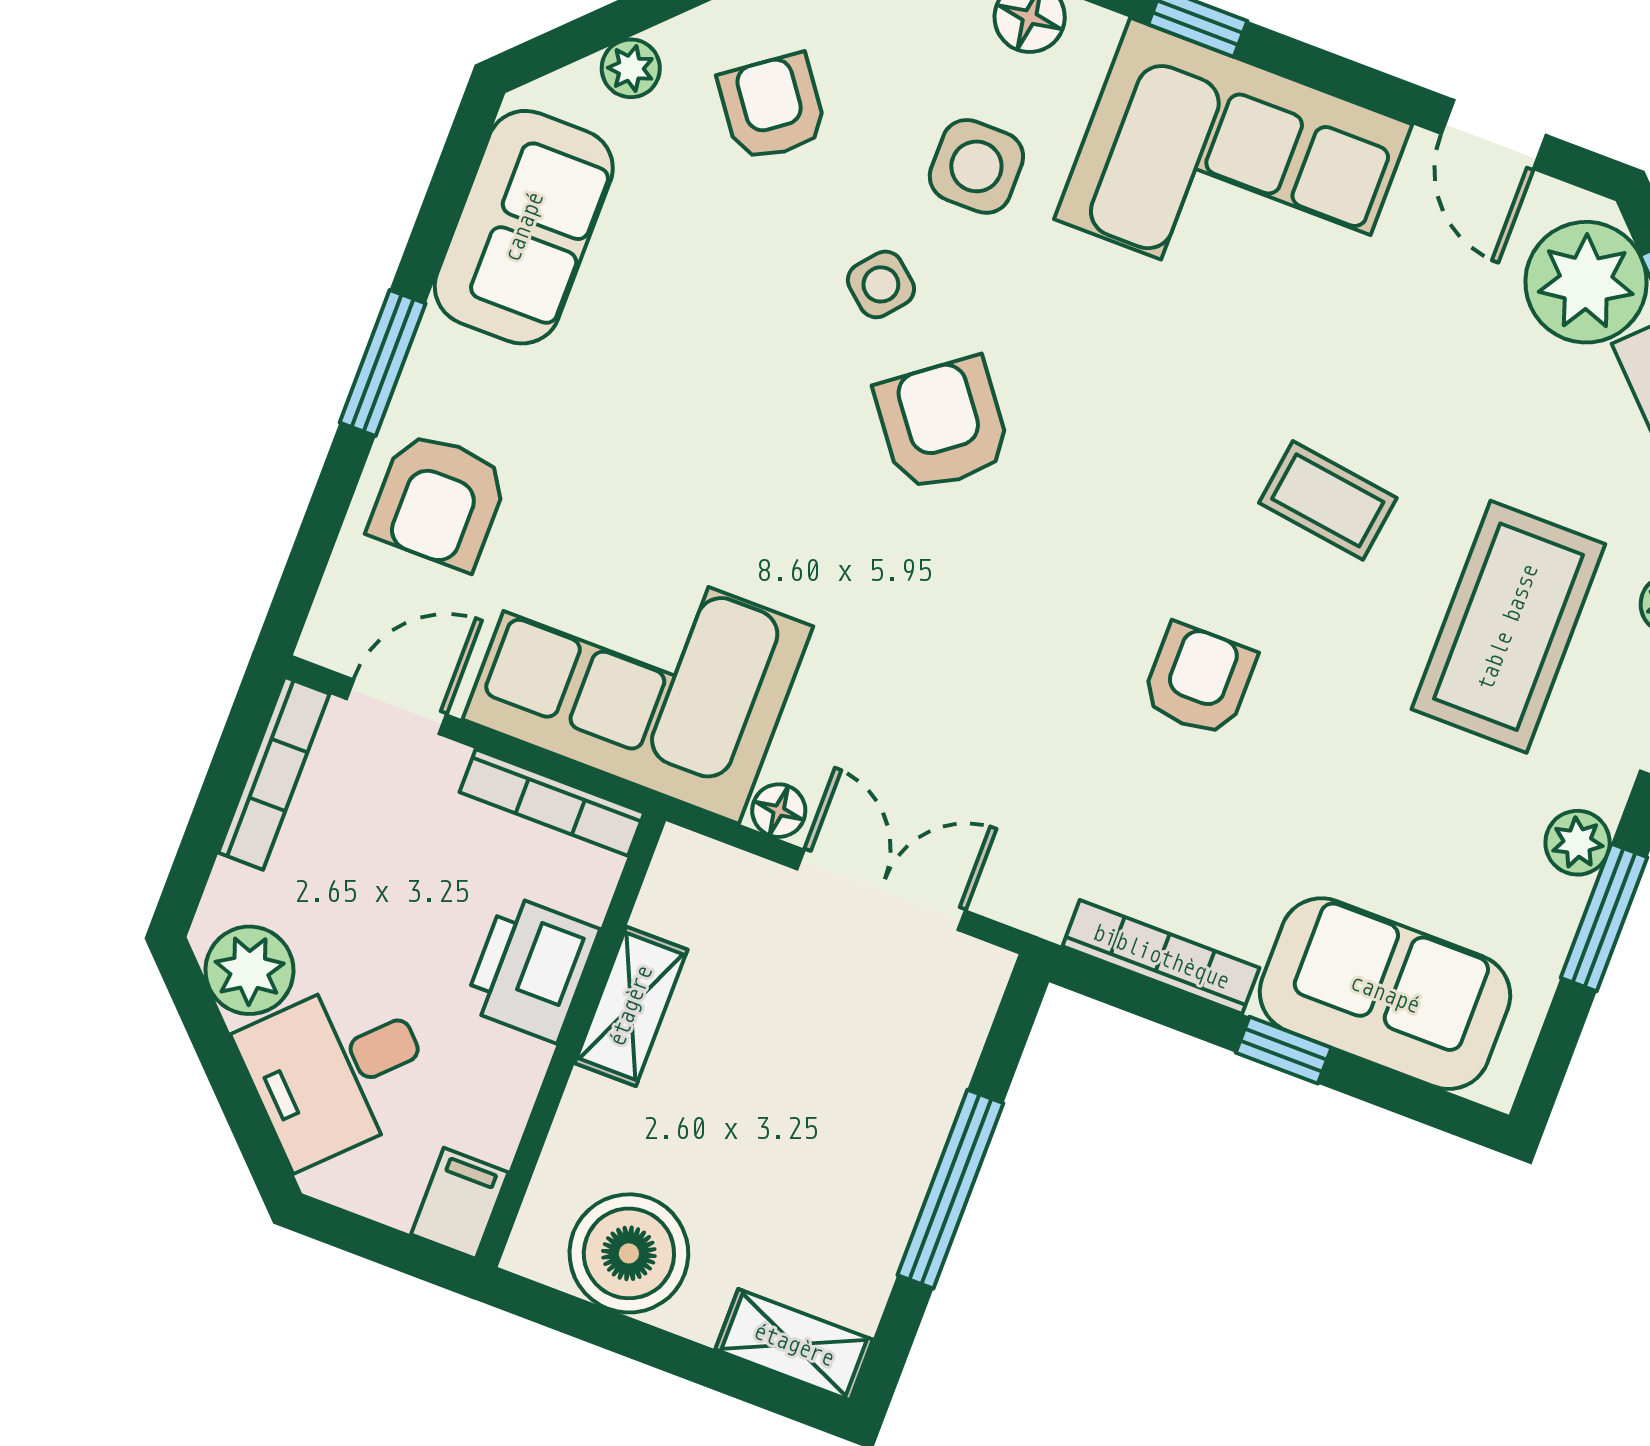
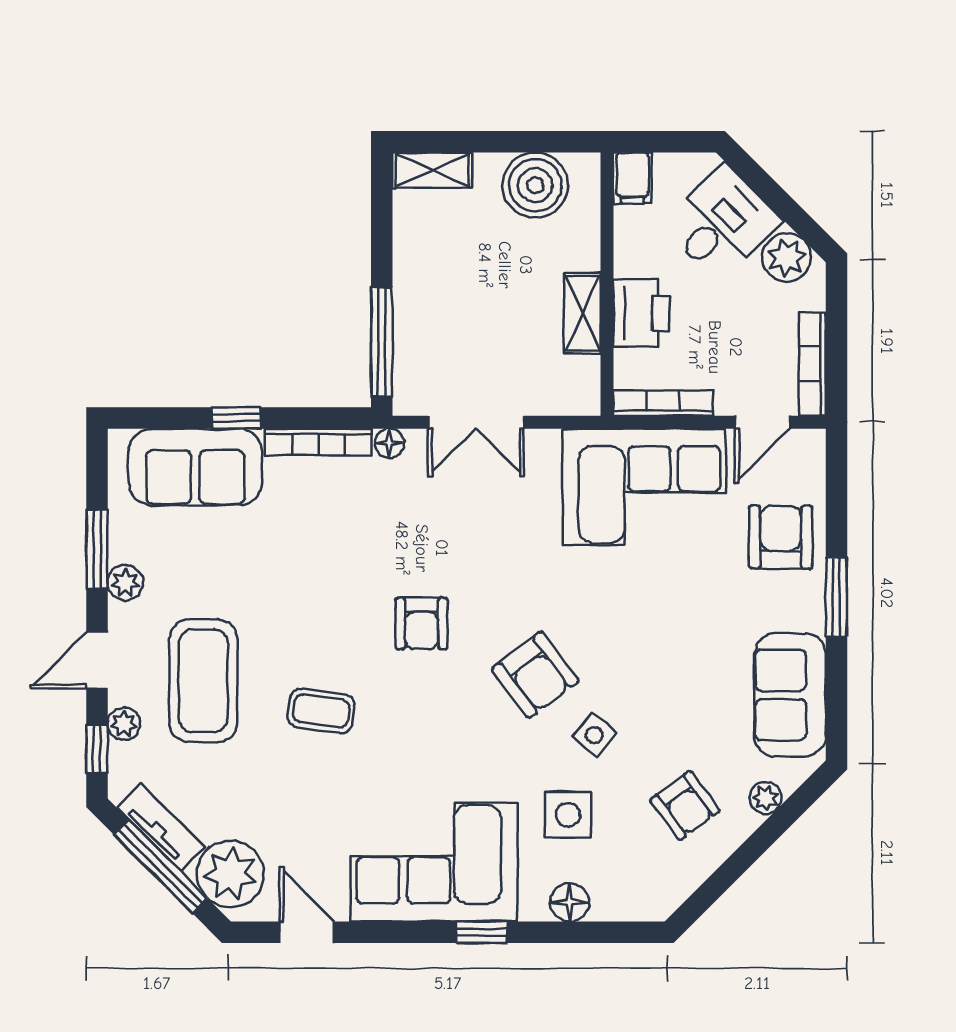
armchair: (1199, 680) -> (422, 623), moved
floor lamp: (779, 811) -> (389, 443), moved
window: (950, 1189) -> (382, 342), moved

